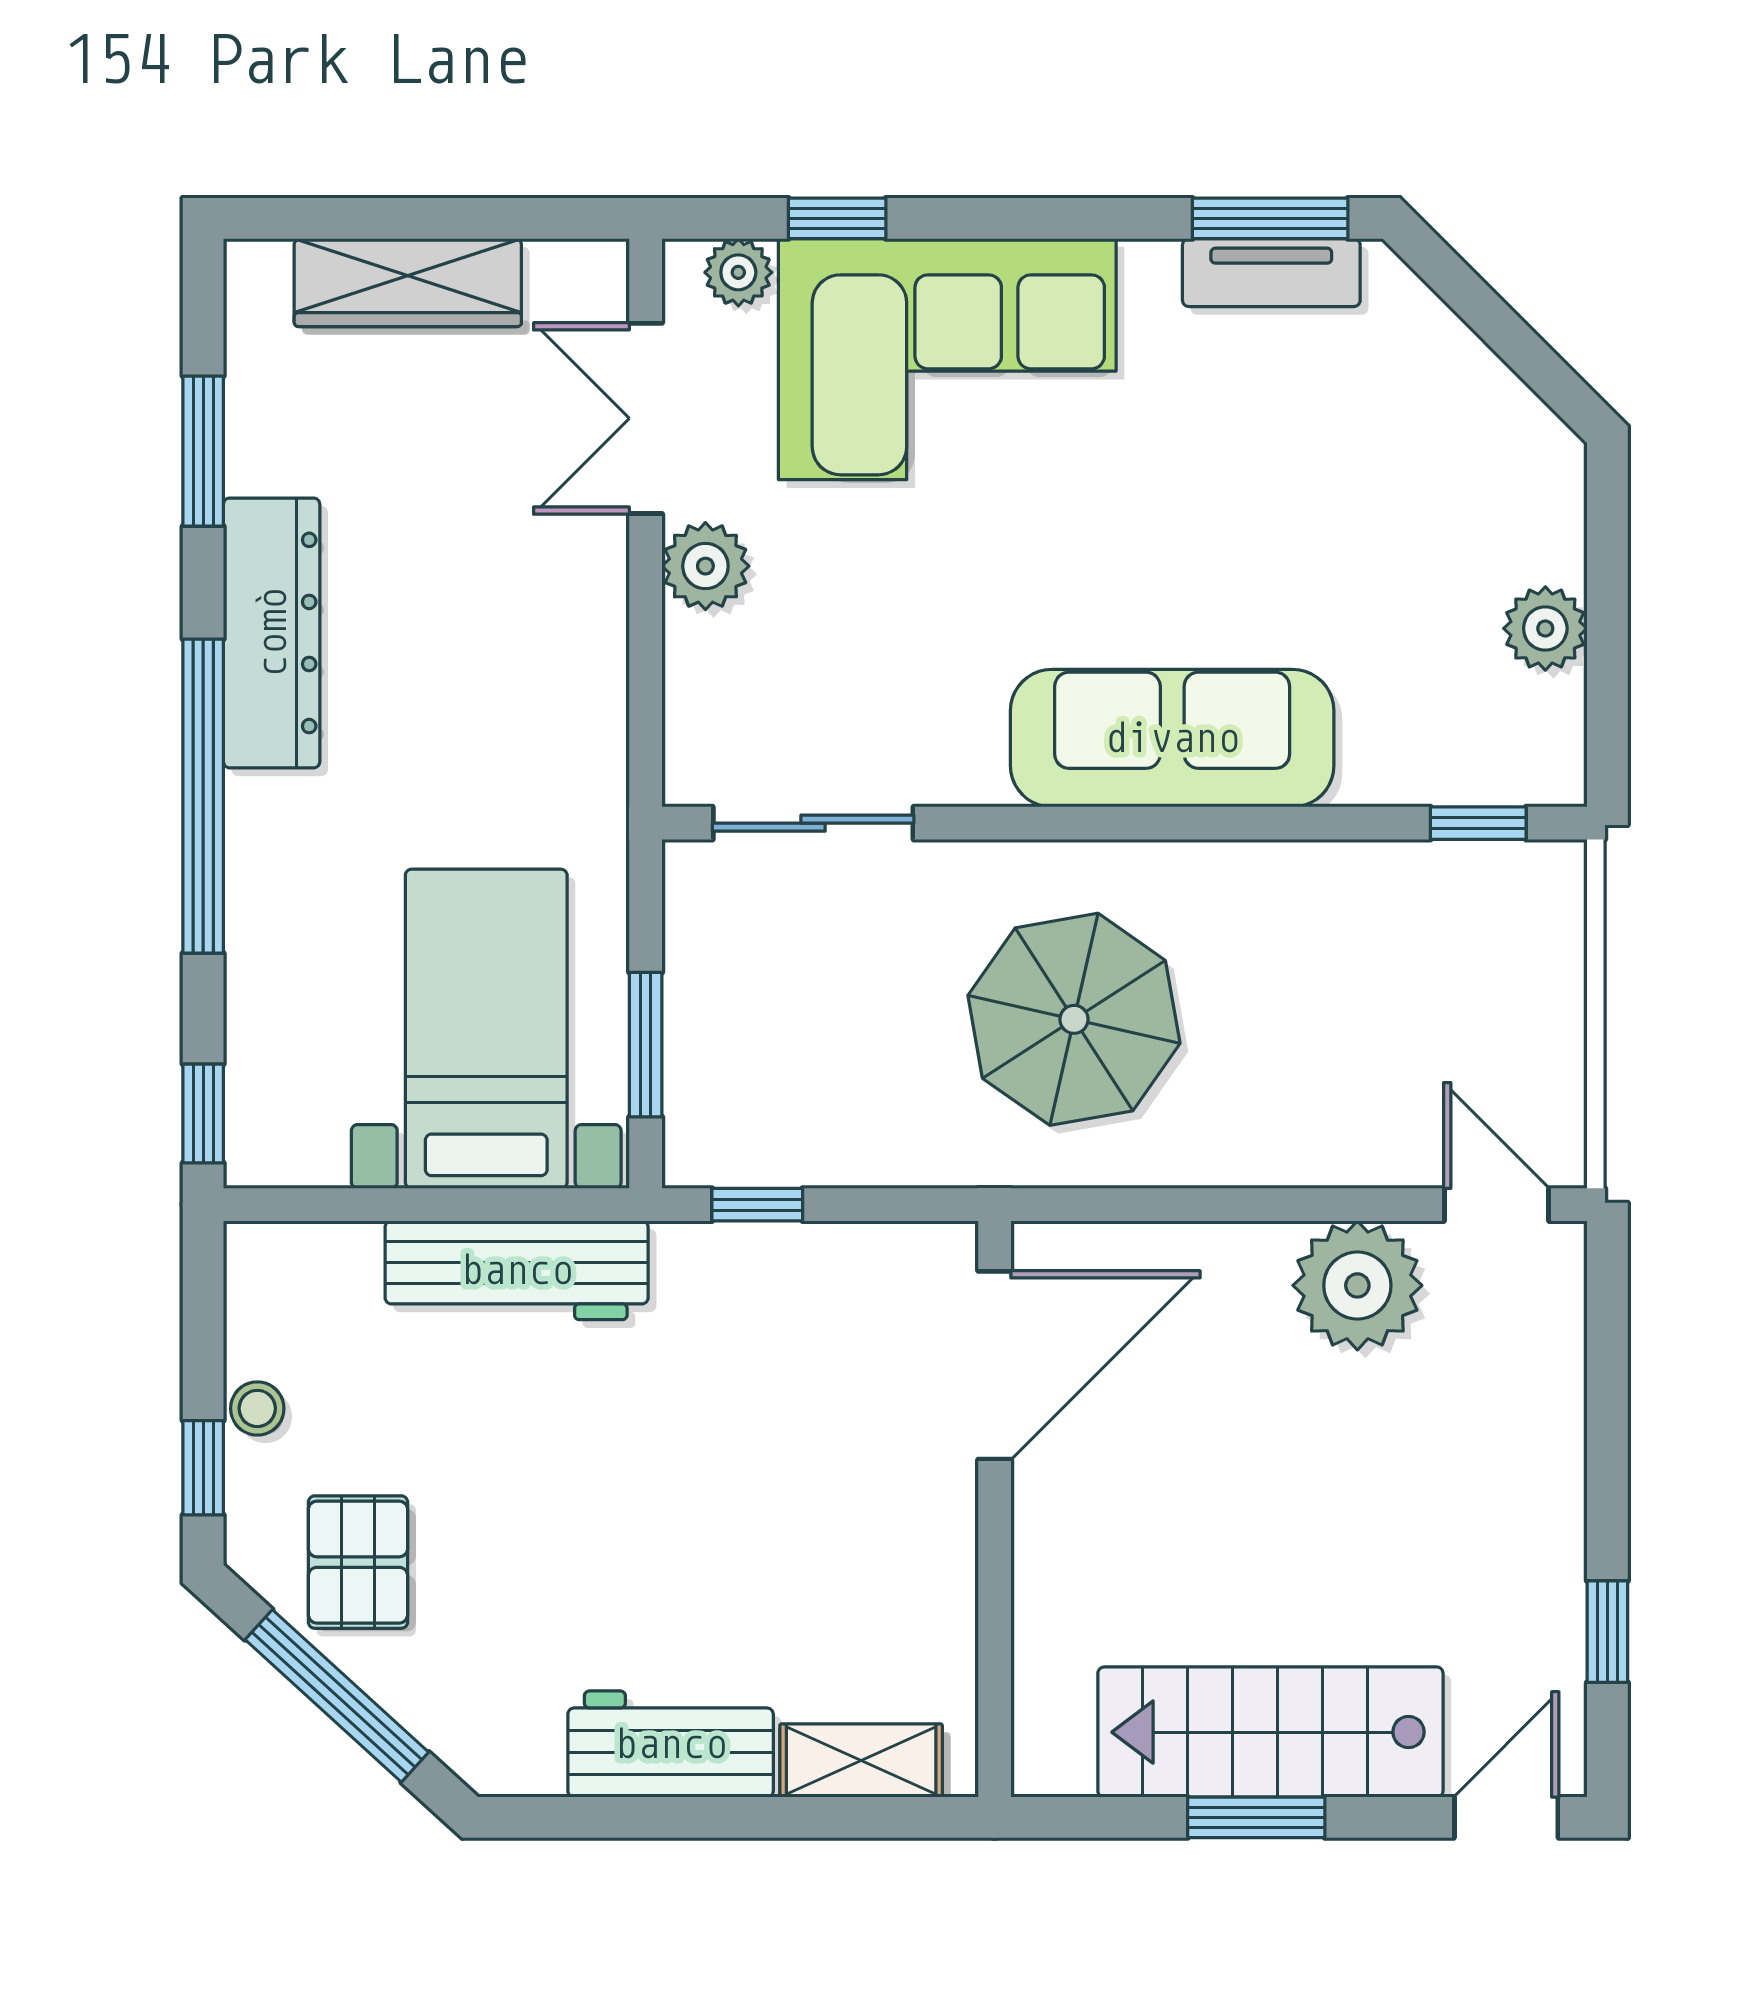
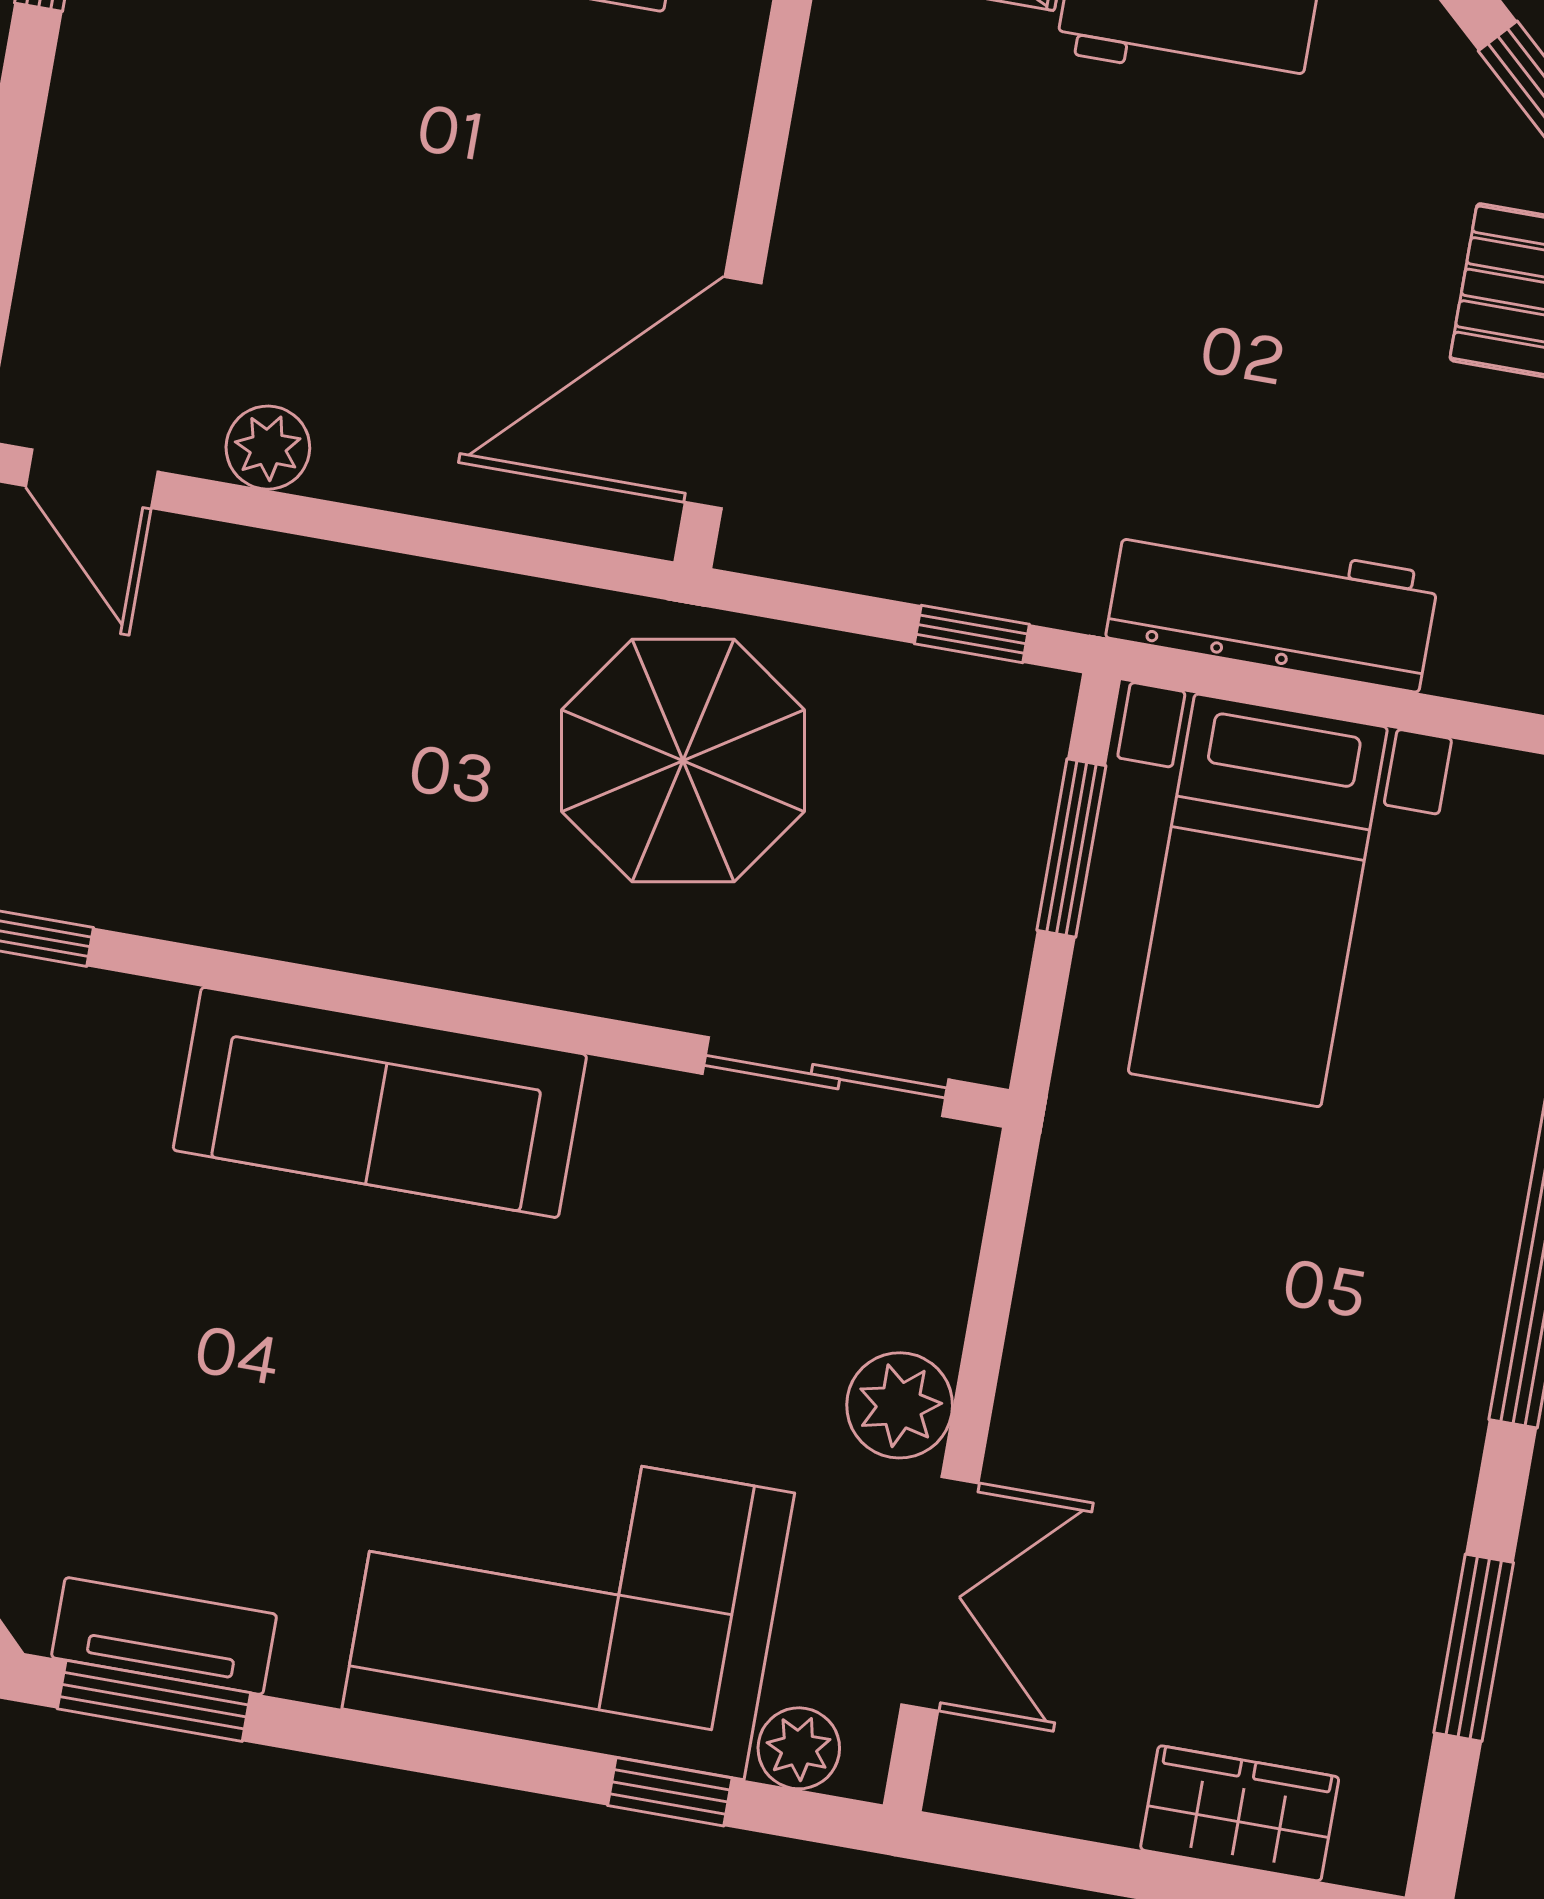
wardrobe: (408, 283) -> (1240, 1813), width x0.67
dresser: (272, 633) -> (1430, 1417), removed
parasol: (1074, 1019) -> (683, 761), moved
plant: (1357, 1285) -> (268, 448), width x0.53, depth x0.53

